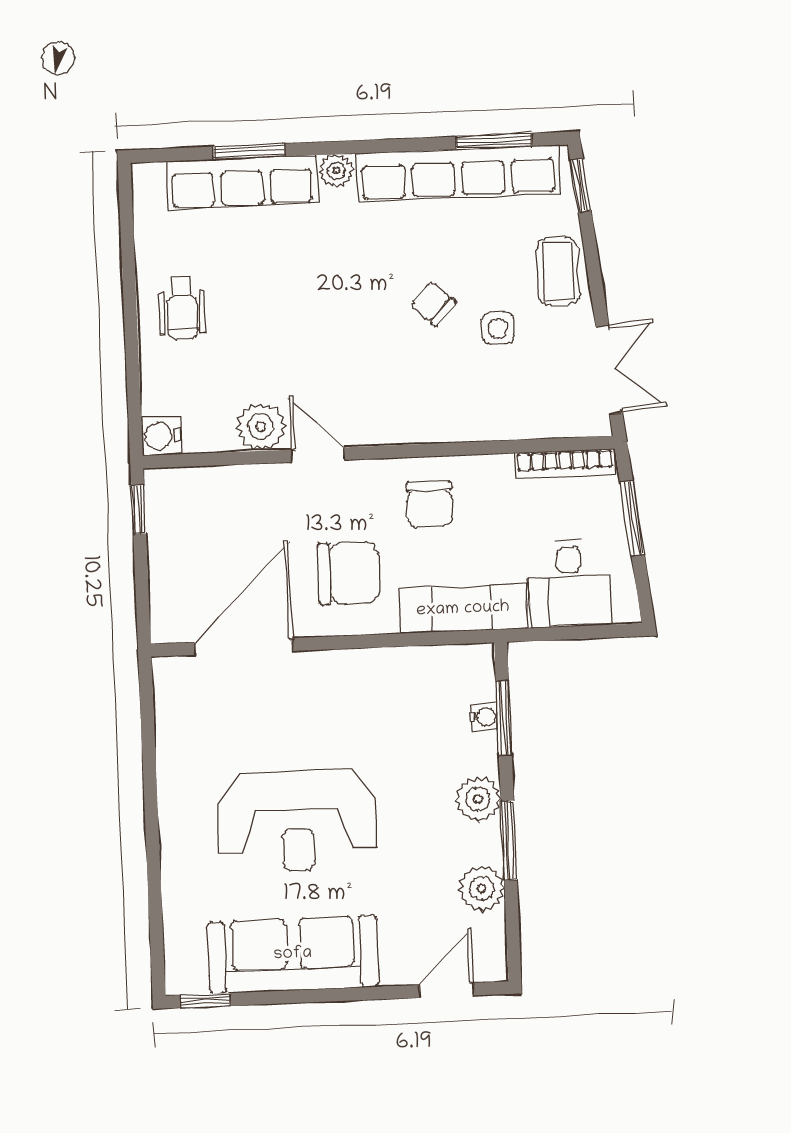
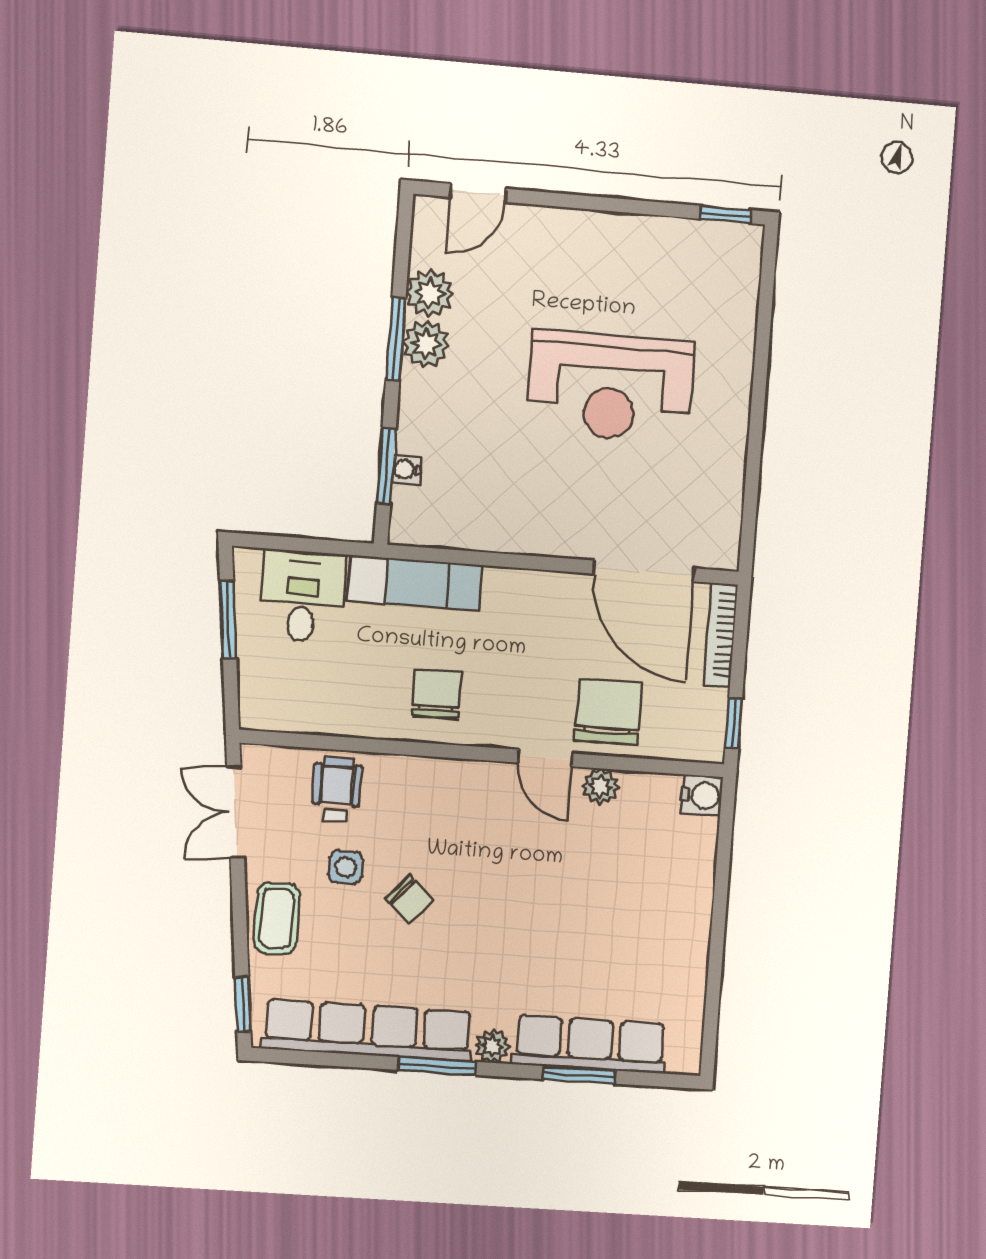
window: (494, 141) -> (437, 1066), moved
wheelchair: (182, 308) -> (337, 790), moved
plant: (261, 427) -> (600, 787), width x0.73, depth x0.73
bookcase: (565, 463) -> (721, 635), moved, turned -90
window: (632, 518) -> (228, 620), moved
chair: (349, 573) -> (608, 711), moved, turned 90
door: (244, 647) -> (644, 571), hinge flipped
plant: (478, 799) -> (426, 344), moved
reception desk: (297, 821) -> (610, 387), turned 180
sofa: (293, 954) -> (631, 250), removed

